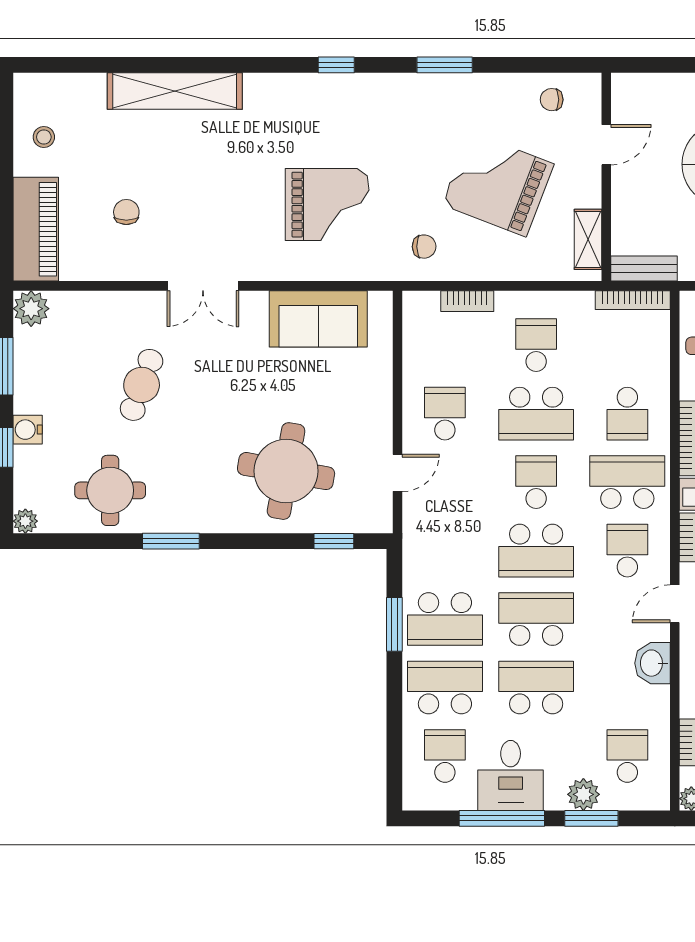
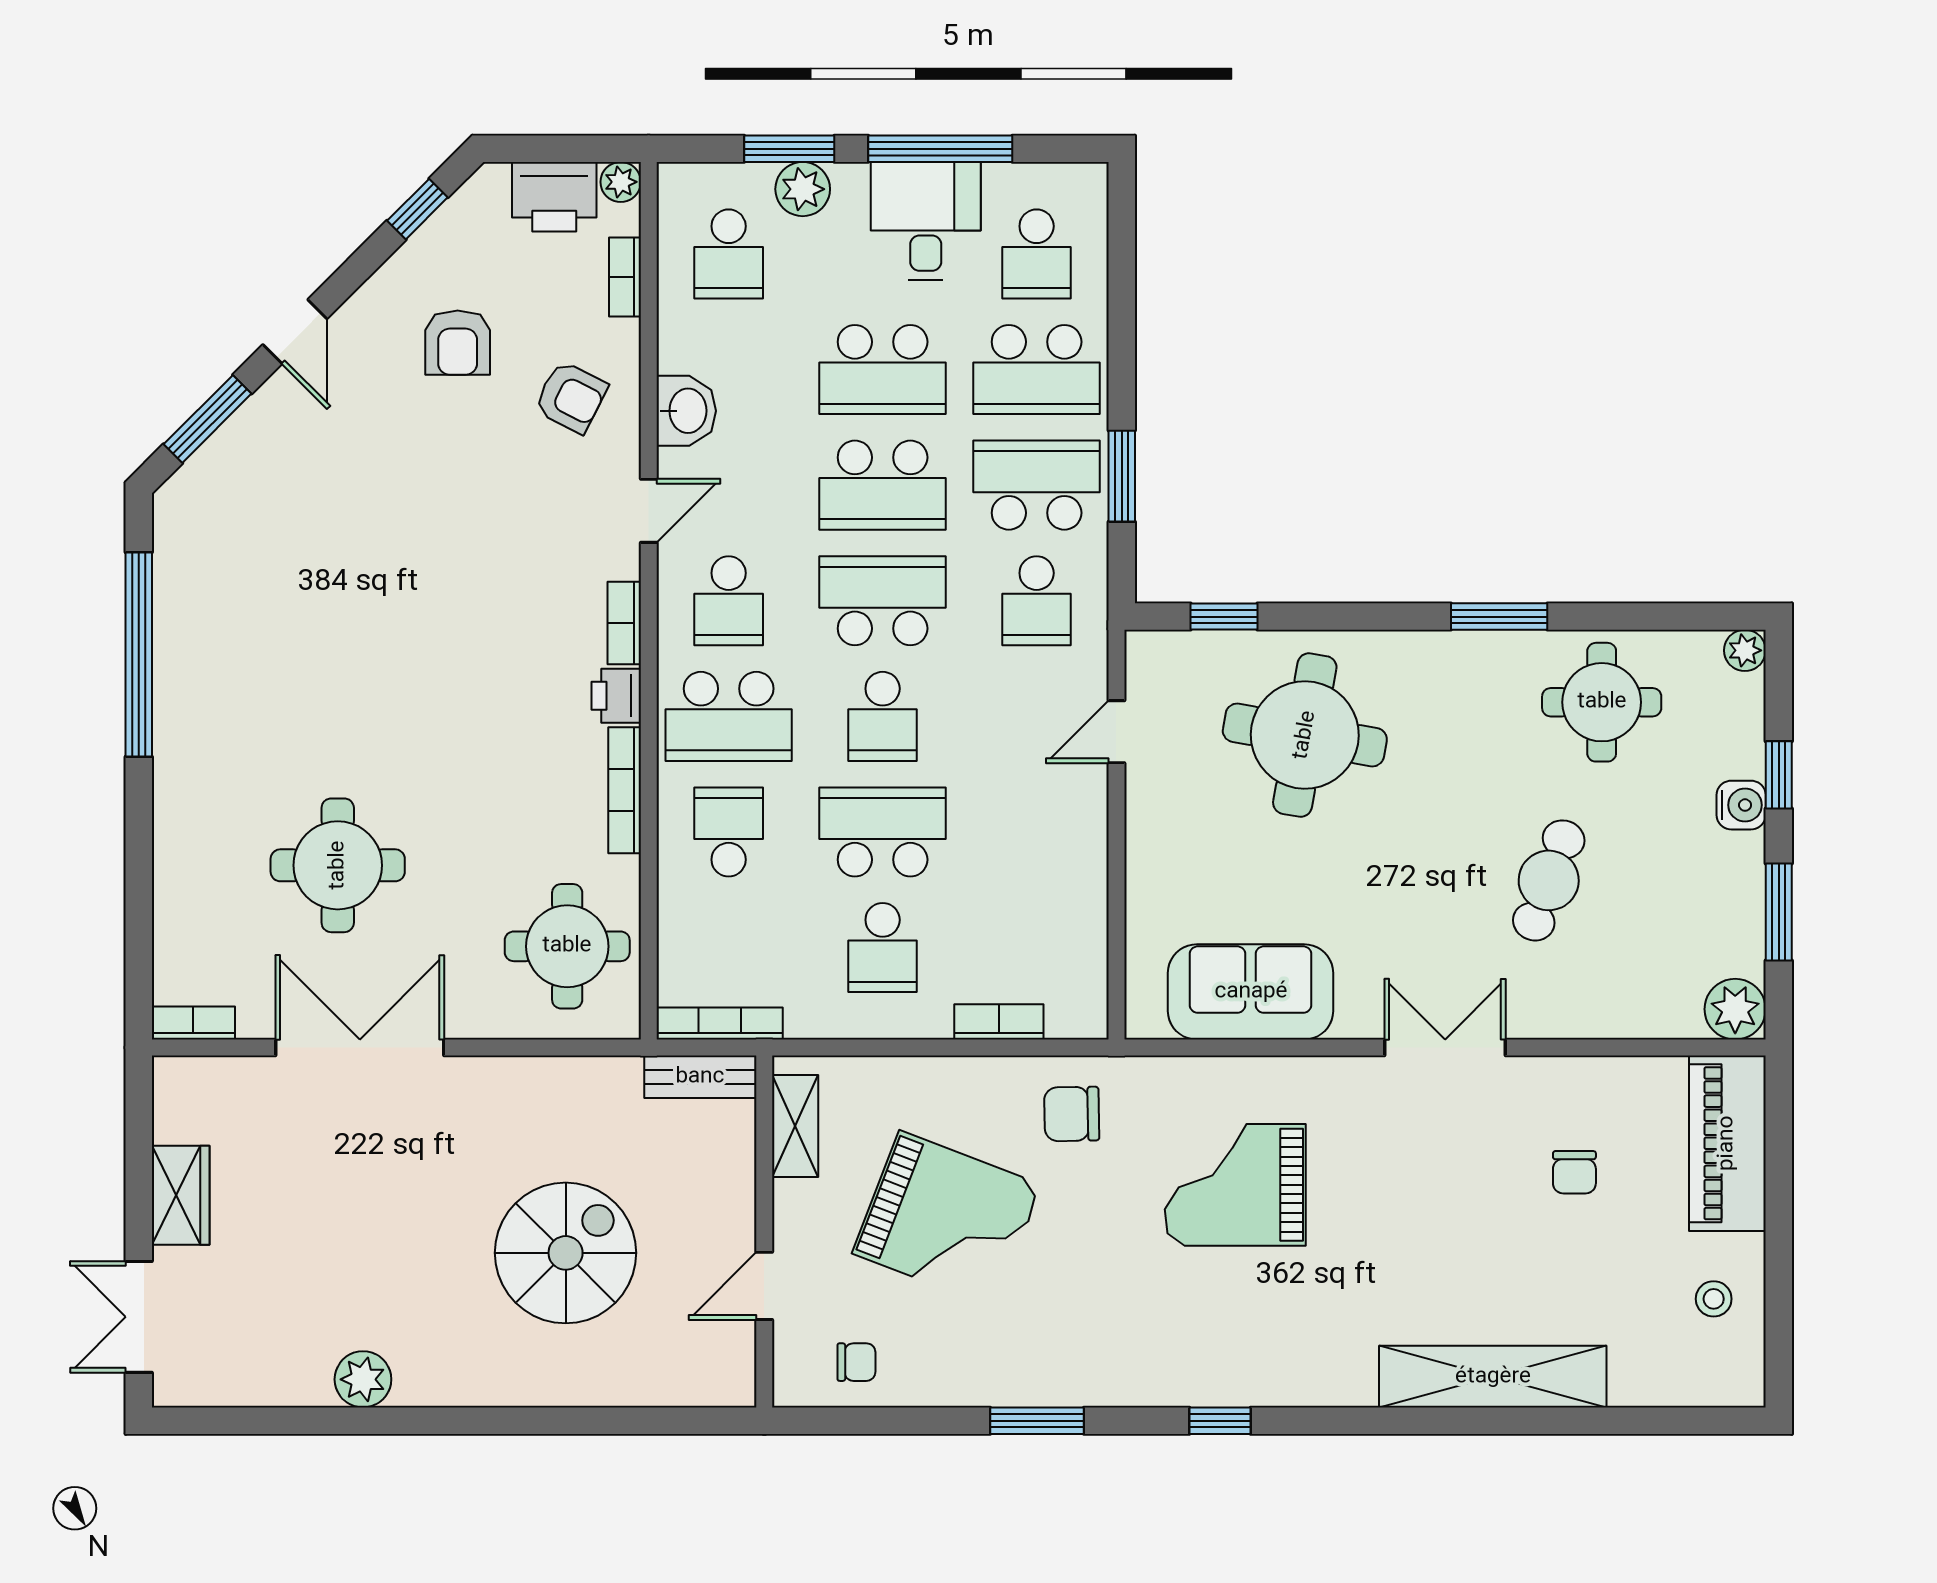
chair: (424, 247) -> (1072, 1114), width x1.37, depth x1.37
school desk: (445, 414) -> (1037, 601), moved

